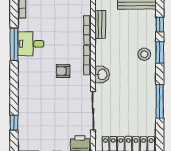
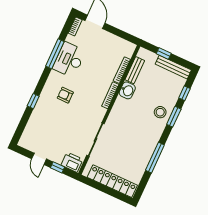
desk: (31, 44) -> (69, 60), width x1.37
armchair: (63, 71) -> (65, 95), moved
washbasin: (102, 74) -> (127, 90), moved
window: (14, 123) -> (33, 101), moved

